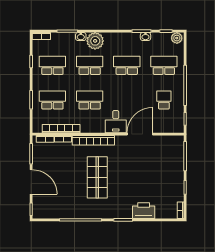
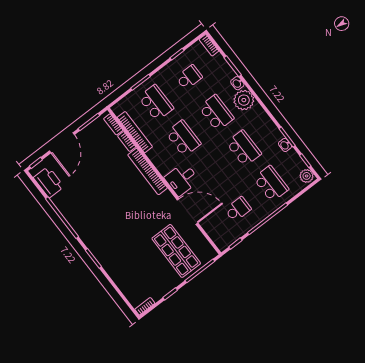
school desk: (52, 65) -> (189, 77), width x0.54
shop shelf: (97, 177) -> (176, 251), moved, turned 90
printer: (144, 211) -> (49, 182), moved

